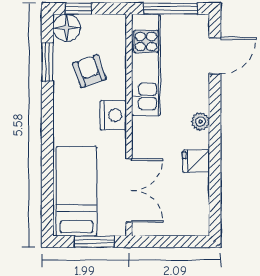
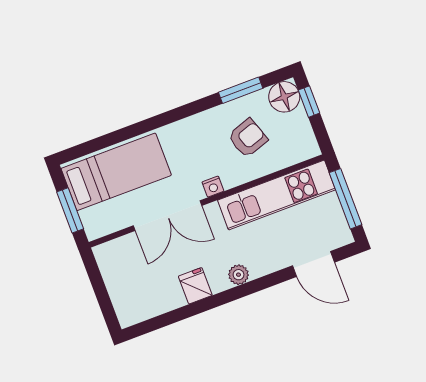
nightstand: (113, 115) -> (213, 187), width x0.53, depth x0.56
double door: (129, 190) -> (168, 216), moved

